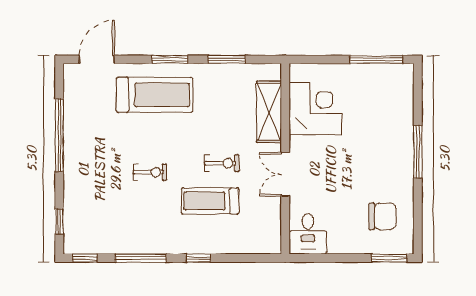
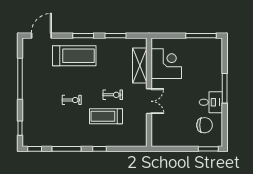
double door: (285, 174) -> (149, 101), swing flipped
desk: (308, 234) -> (211, 102), moved, turned -90

